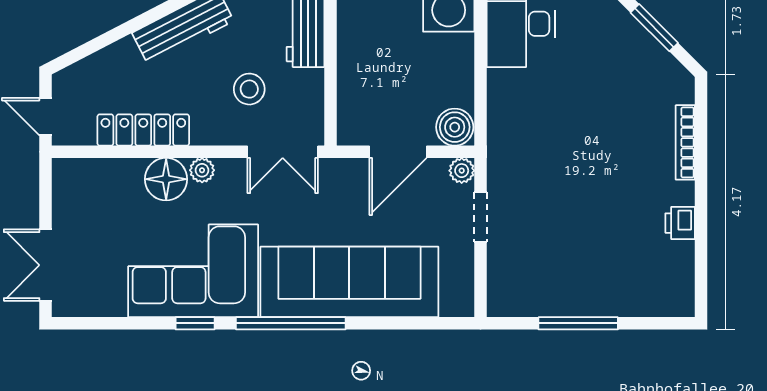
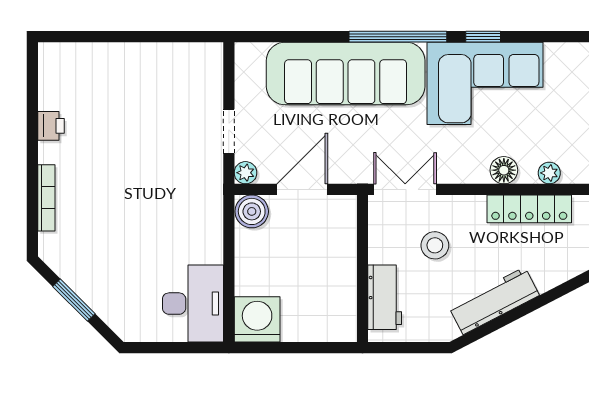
plant: (202, 170) -> (549, 173), moved
floor lamp: (166, 179) -> (504, 170), width x0.73, depth x0.73
window: (578, 323) -> (142, 37), removed

